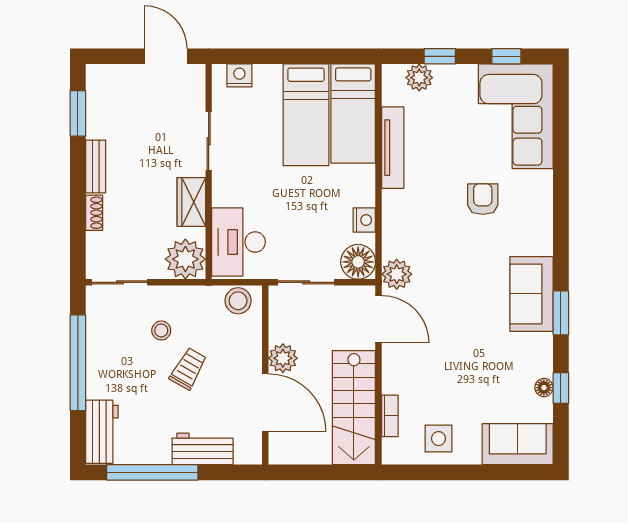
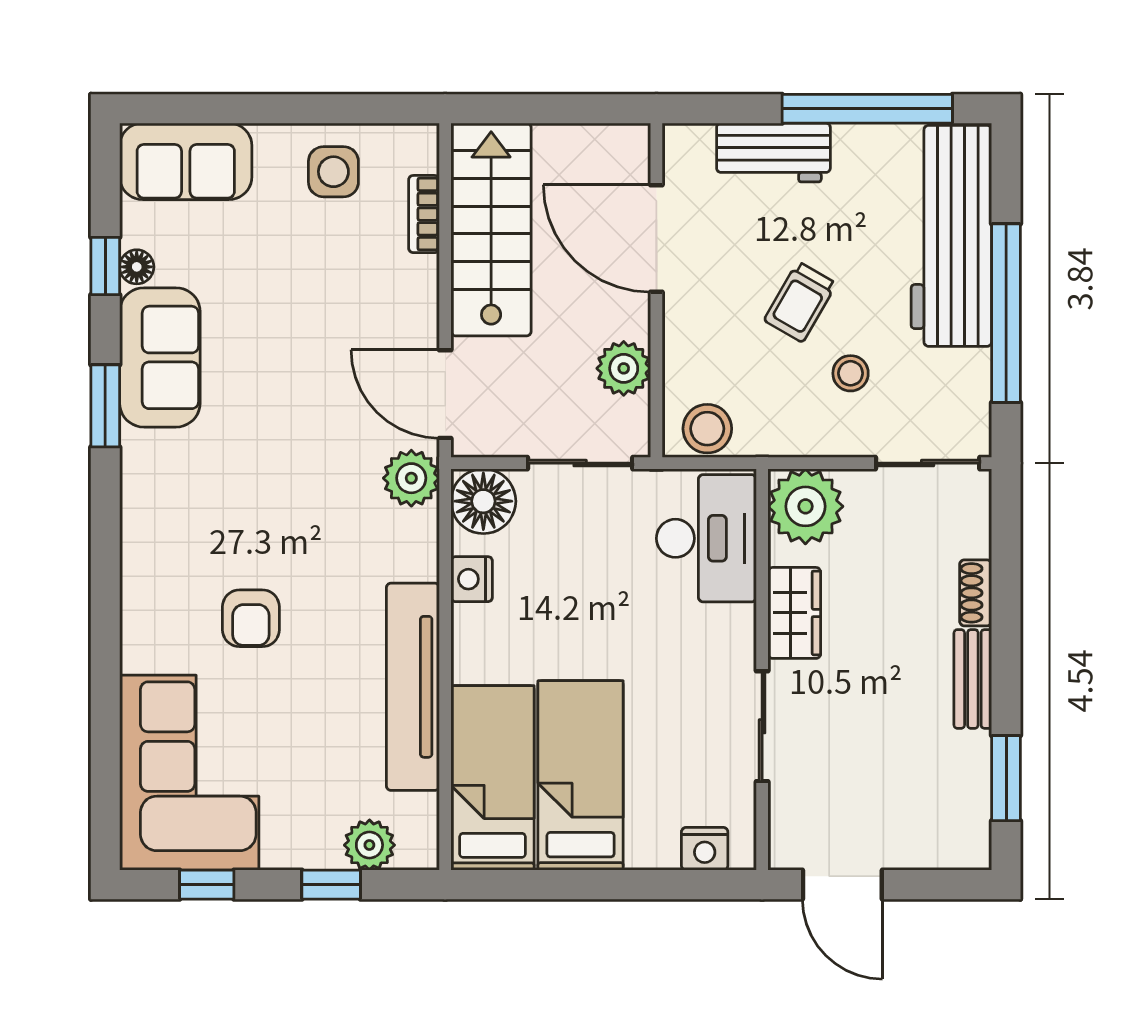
tv unit: (393, 148) -> (413, 687), width x1.36, depth x1.29
sofa: (532, 294) -> (160, 357), moved
plant: (283, 358) -> (624, 368), moved
workbench: (102, 432) -> (951, 236), width x1.88, depth x1.32

